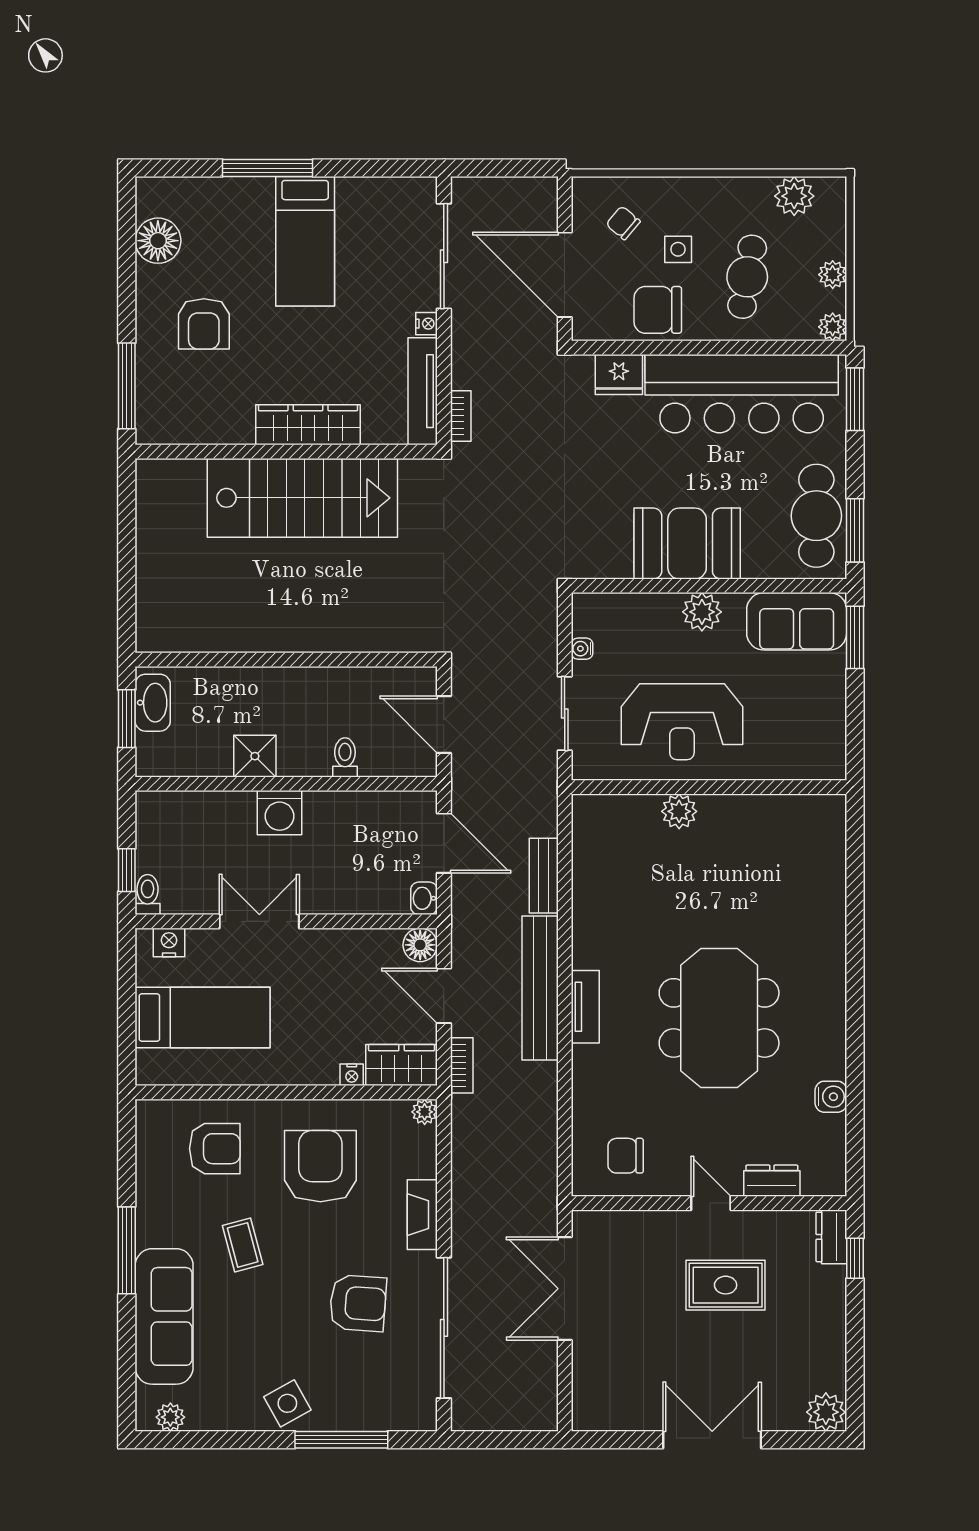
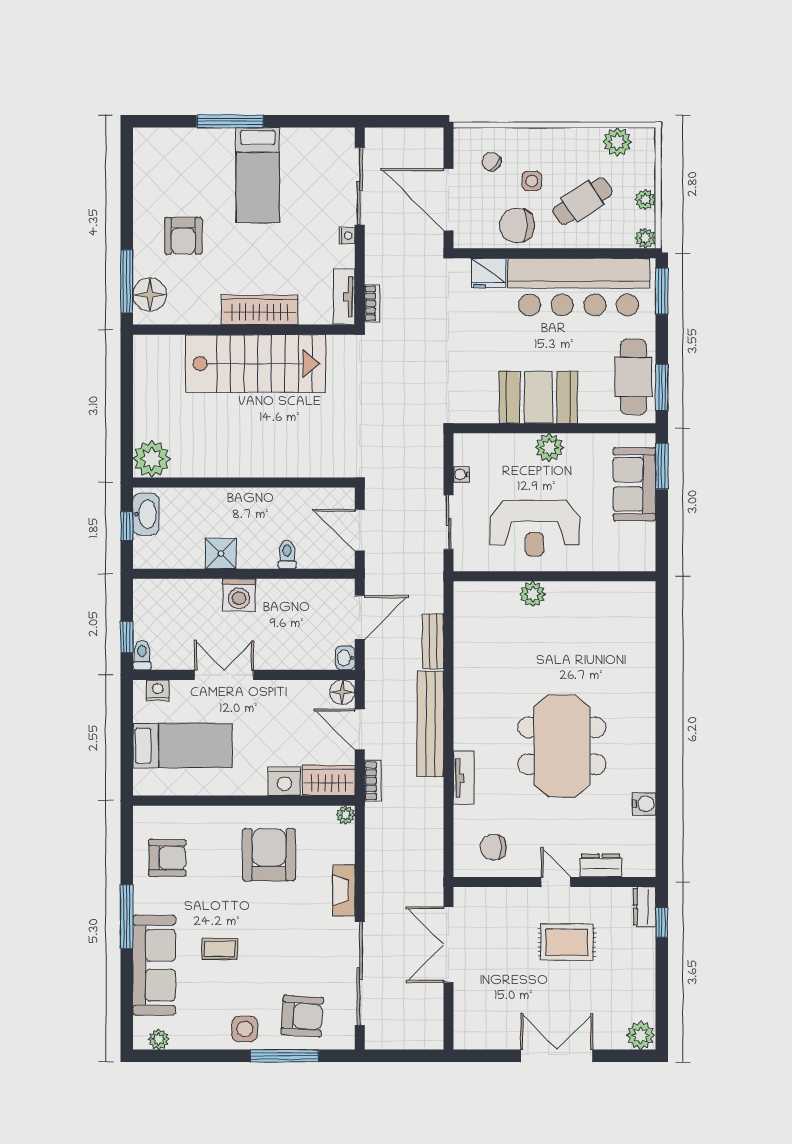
floor lamp: (158, 241) -> (150, 295), moved
cafe table: (747, 277) -> (583, 201), turned 47
tv unit: (423, 391) -> (344, 297), width x0.71
sofa: (797, 621) -> (634, 484), moved, turned 90
plant: (161, 627) -> (152, 459), added
window: (127, 719) -> (127, 526), width x0.67
door: (444, 843) -> (360, 617), hinge flipped
tv unit: (585, 1007) -> (464, 778), moved
nightstand: (352, 1075) -> (284, 781), width x1.89, depth x1.79
armchair: (215, 1149) -> (167, 858), moved
coffee table: (243, 1245) -> (220, 949), moved, turned -75
armchair: (358, 1303) -> (302, 1016), moved
side table: (287, 1403) -> (245, 1029), turned 31

